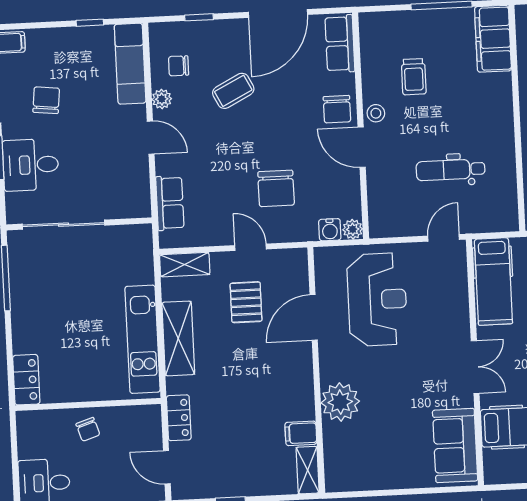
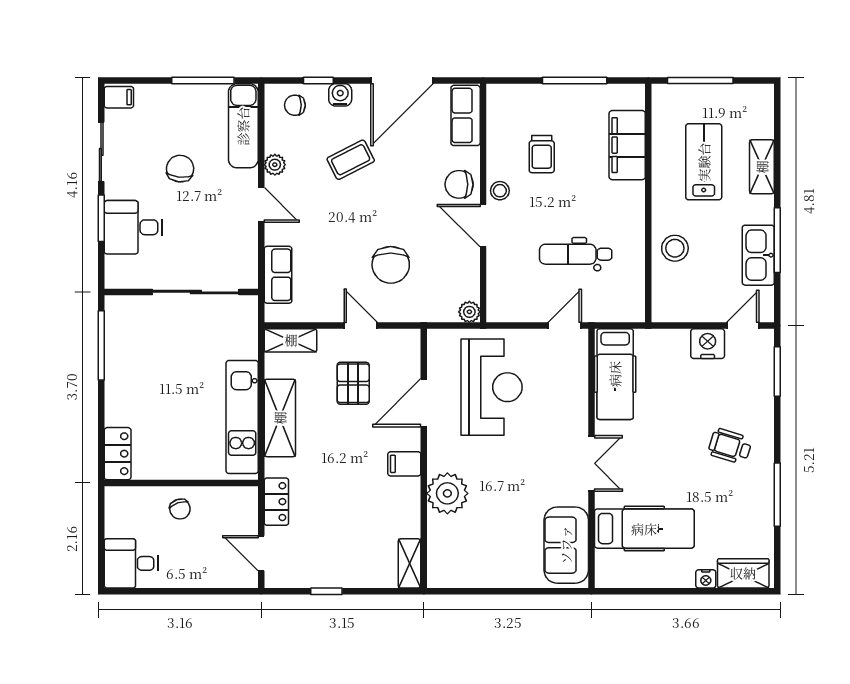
window: (90, 23) -> (203, 80), width x2.17
filing cabinet: (493, 39) -> (627, 145), moved
chair: (179, 66) -> (295, 105), moved
chair: (46, 100) -> (180, 169), moved
chair: (337, 109) -> (459, 184), turned 90
sliding door: (63, 225) -> (196, 292), moved
water cooler: (330, 230) -> (340, 95), moved, turned 180
filing cabinet: (301, 433) -> (404, 464), moved

